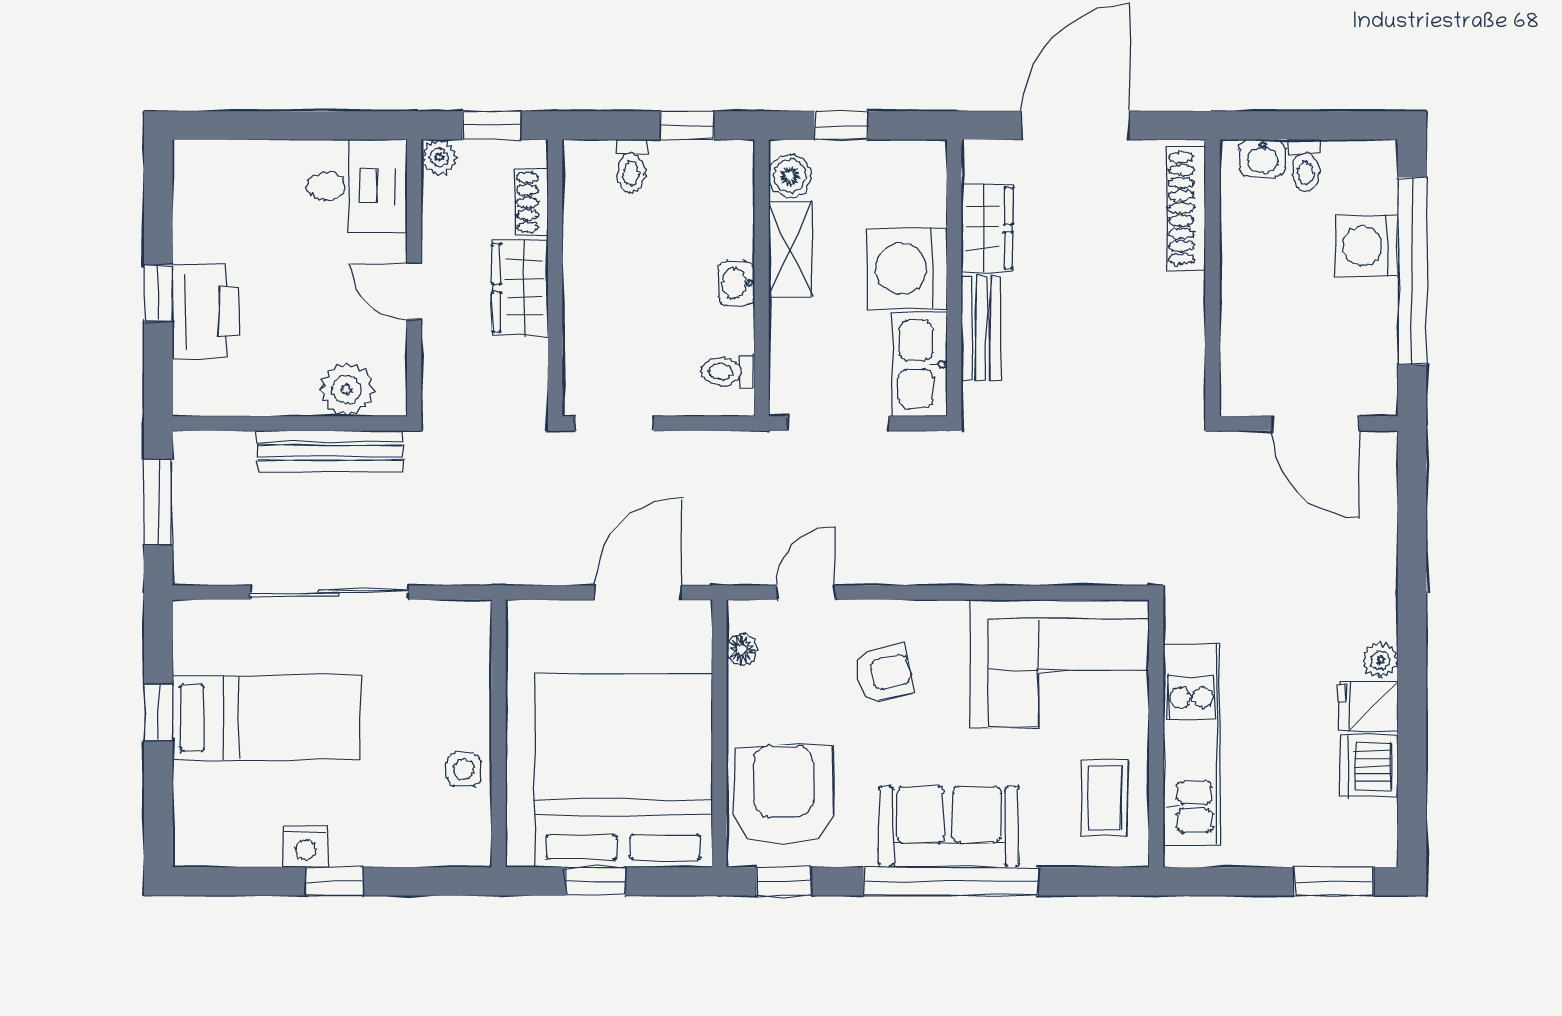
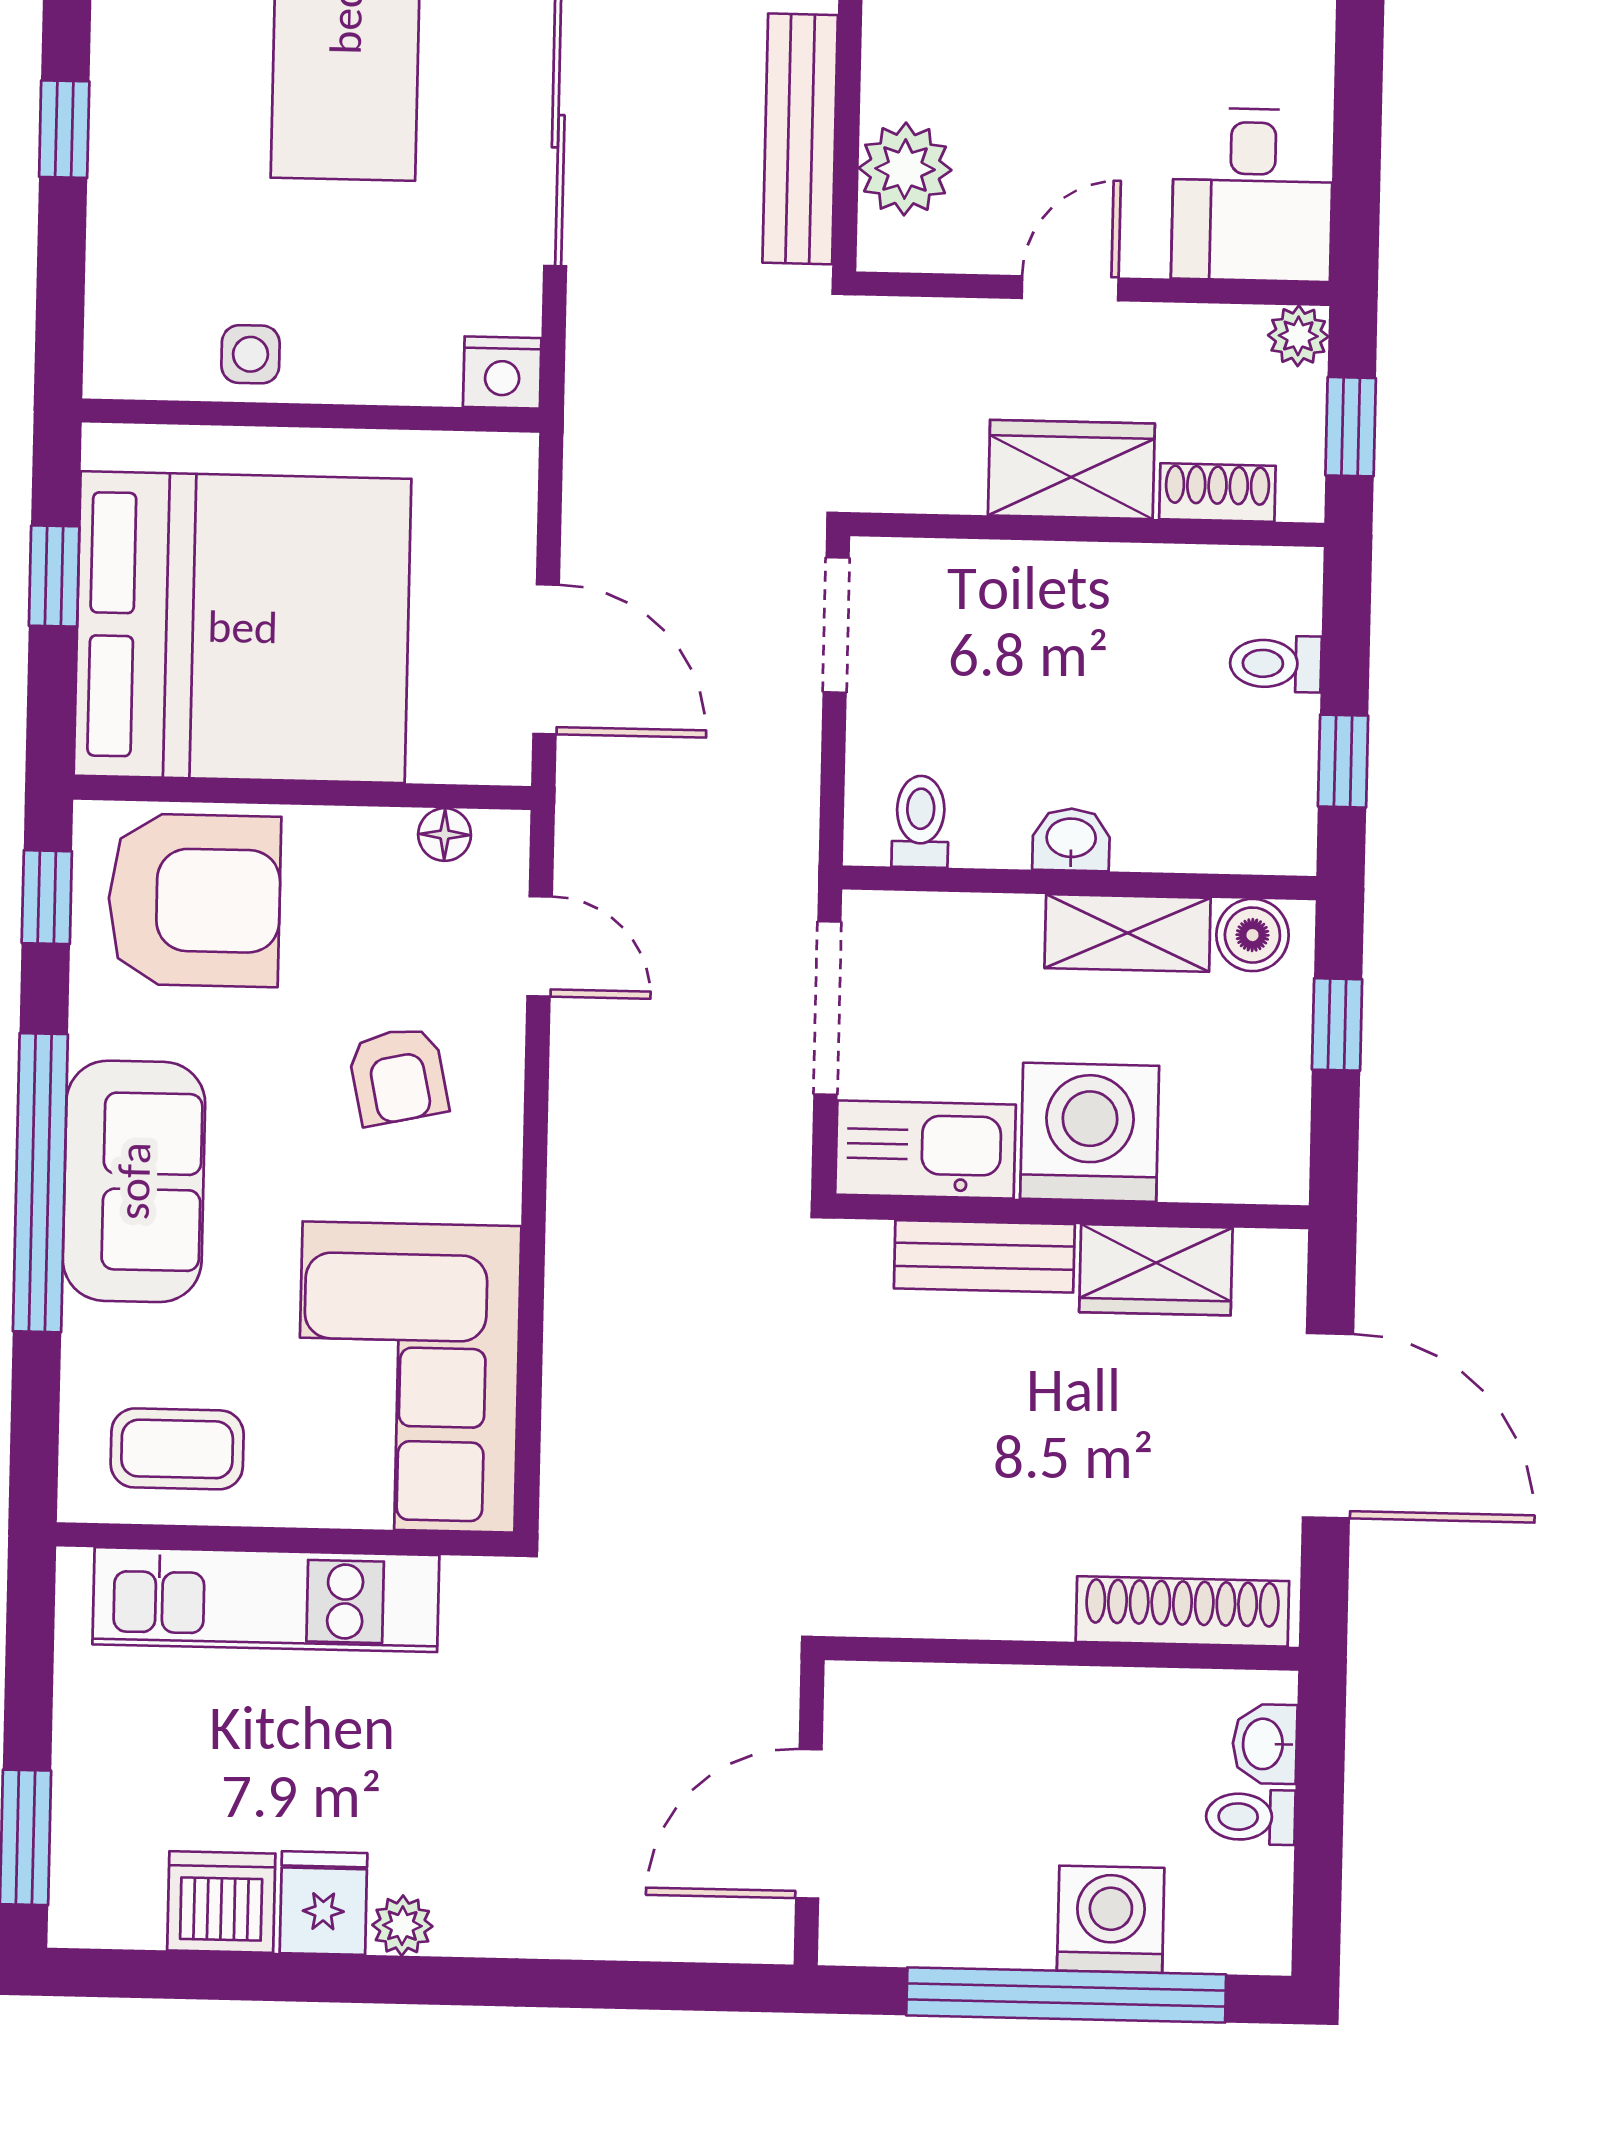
nightstand: (306, 847) -> (502, 373), moved, turned -90

